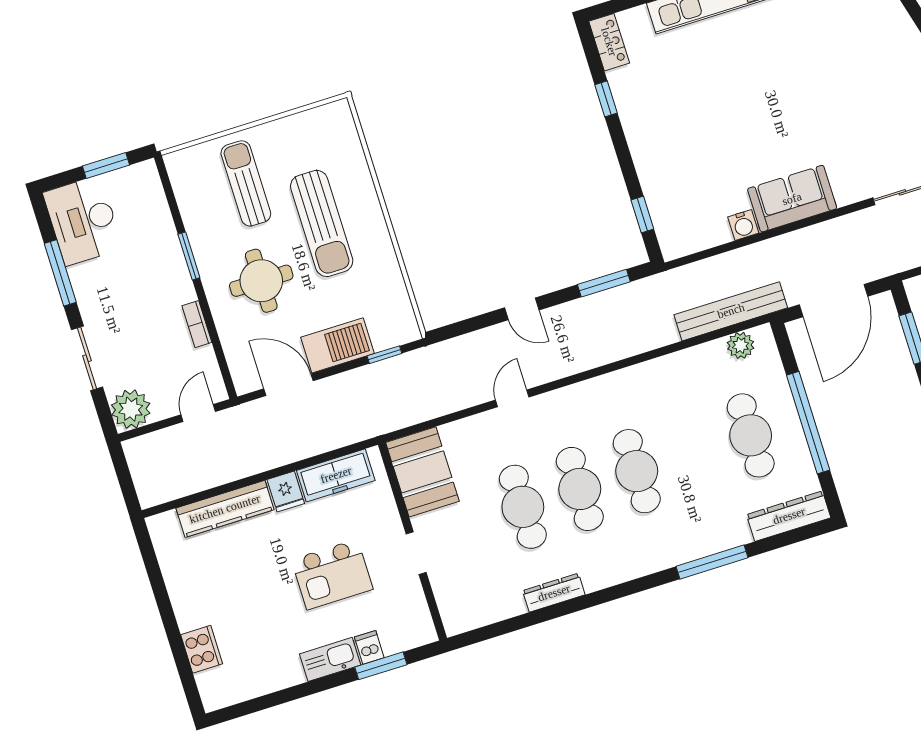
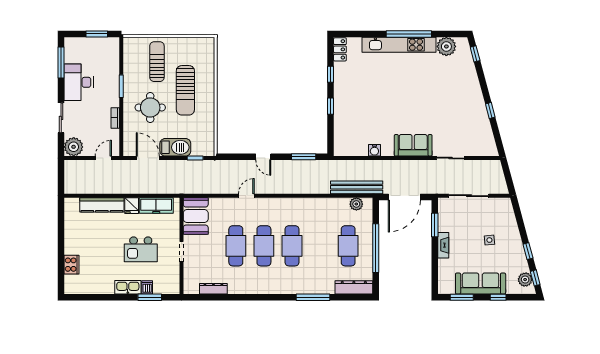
sofa: (792, 199) -> (413, 145), moved
window: (642, 214) -> (331, 106), moved
desk: (83, 221) -> (79, 82), moved
window: (60, 273) -> (61, 63), moved
dresser: (554, 593) -> (213, 289), moved

